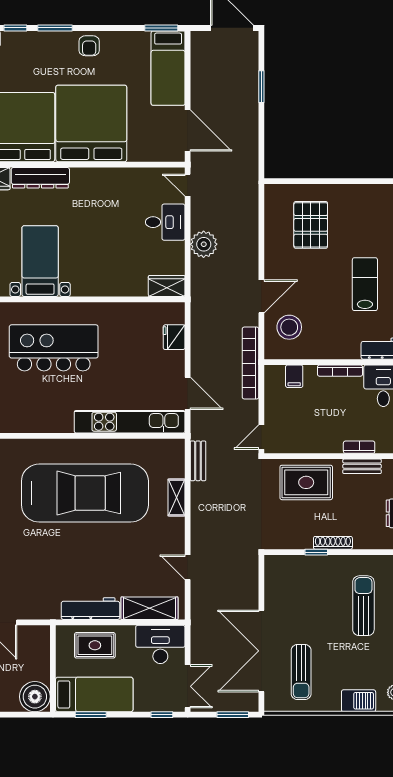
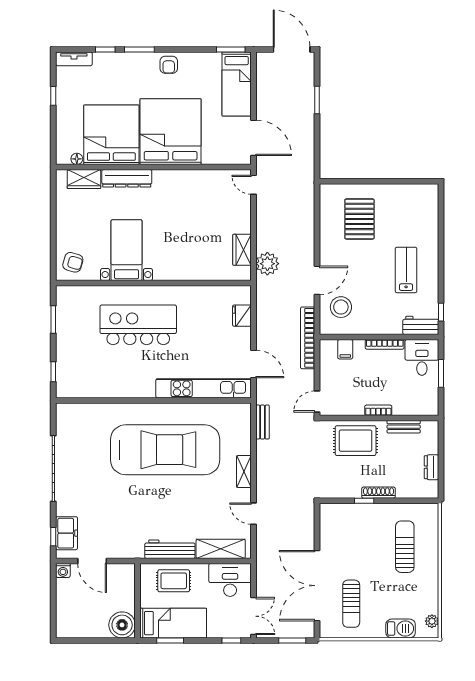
desk: (165, 222) -> (234, 217), removed
plant: (204, 244) -> (267, 264), moved
wardrobe: (167, 286) -> (242, 250), moved, turned -90
bookcase: (359, 447) -> (378, 410), moved
shelving: (176, 497) -> (244, 472), moved

